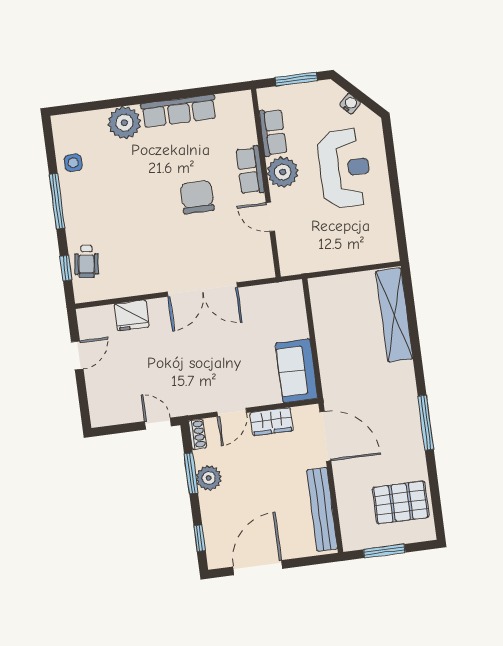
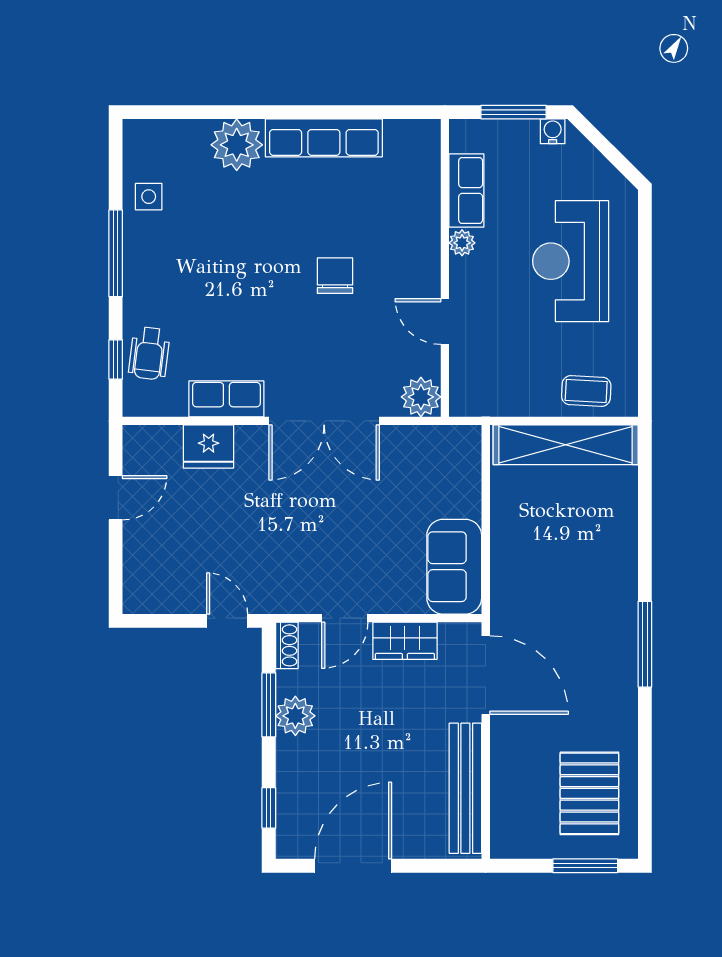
water cooler: (350, 104) -> (553, 131), moved, turned -45
reception desk: (345, 168) -> (571, 261), turned 180
row of seats: (250, 170) -> (226, 399), moved, turned 90
plant: (283, 172) -> (462, 243), width x0.53, depth x0.53
chair: (197, 197) -> (335, 276), width x0.73, depth x0.73
coffee table: (365, 249) -> (586, 391), added
plant: (261, 266) -> (421, 397), added
shelving: (394, 315) -> (566, 445), moved, turned 90
window: (426, 423) -> (645, 644), moved
pallet: (401, 502) -> (589, 793), turned 90
window: (384, 551) -> (585, 866), moved

